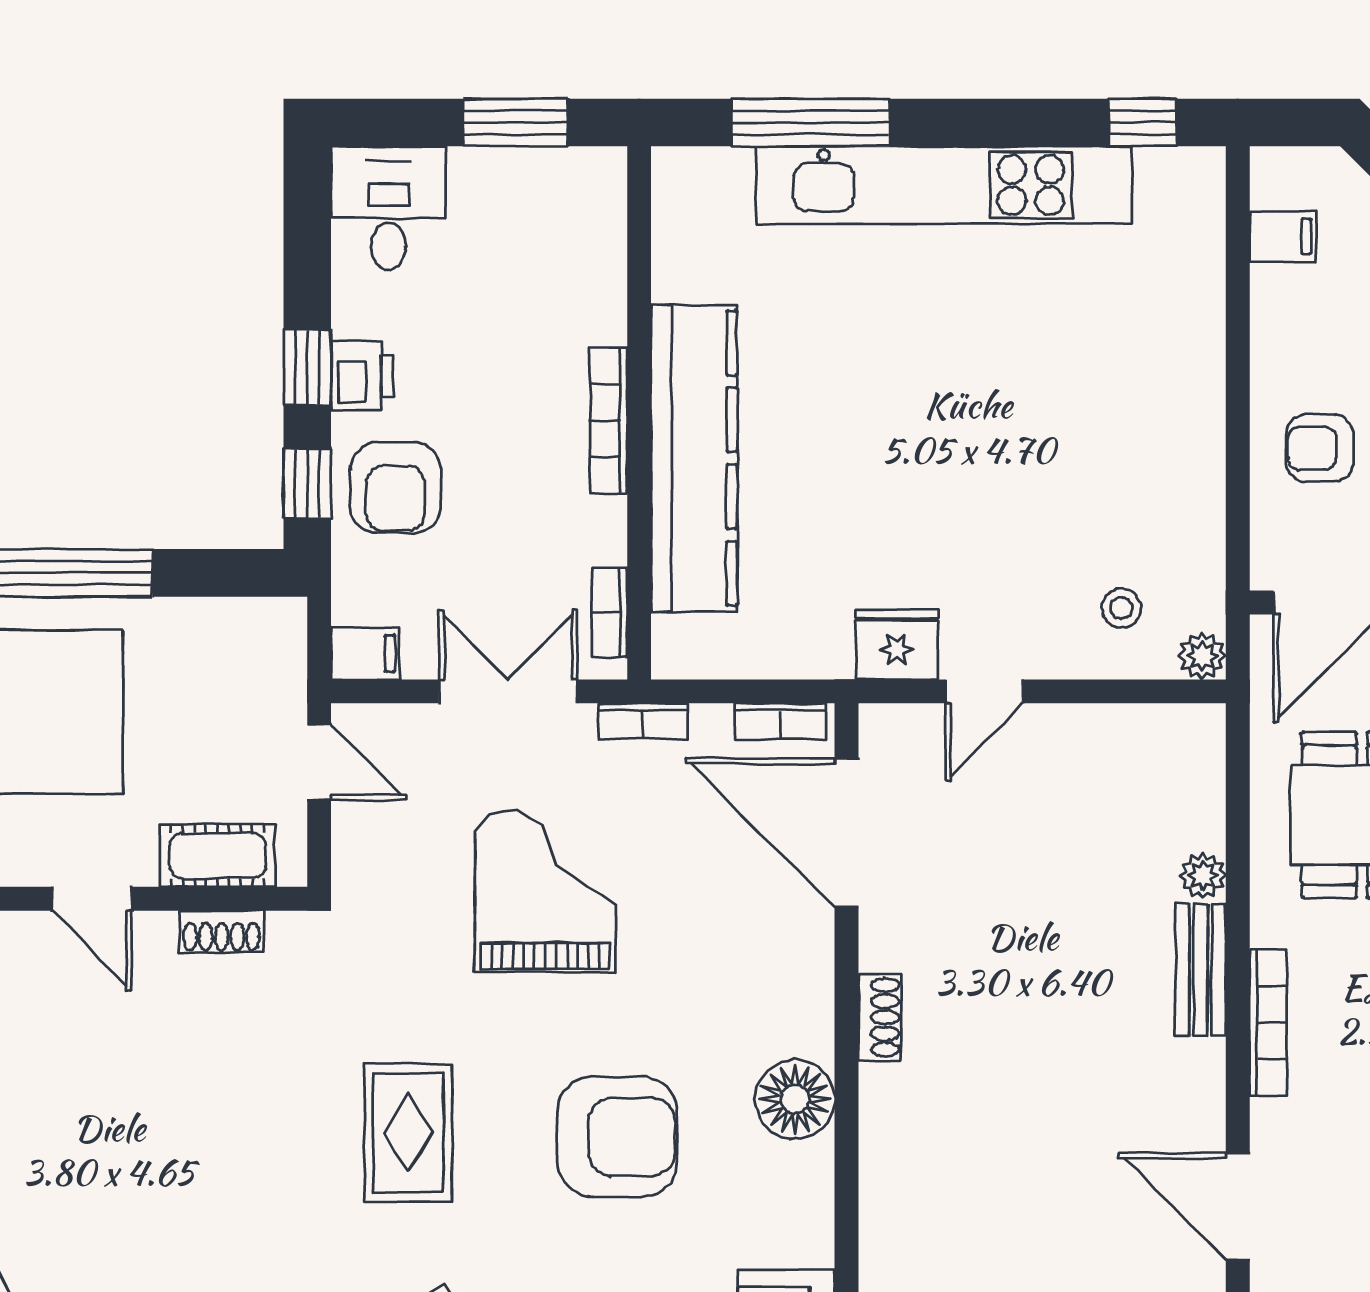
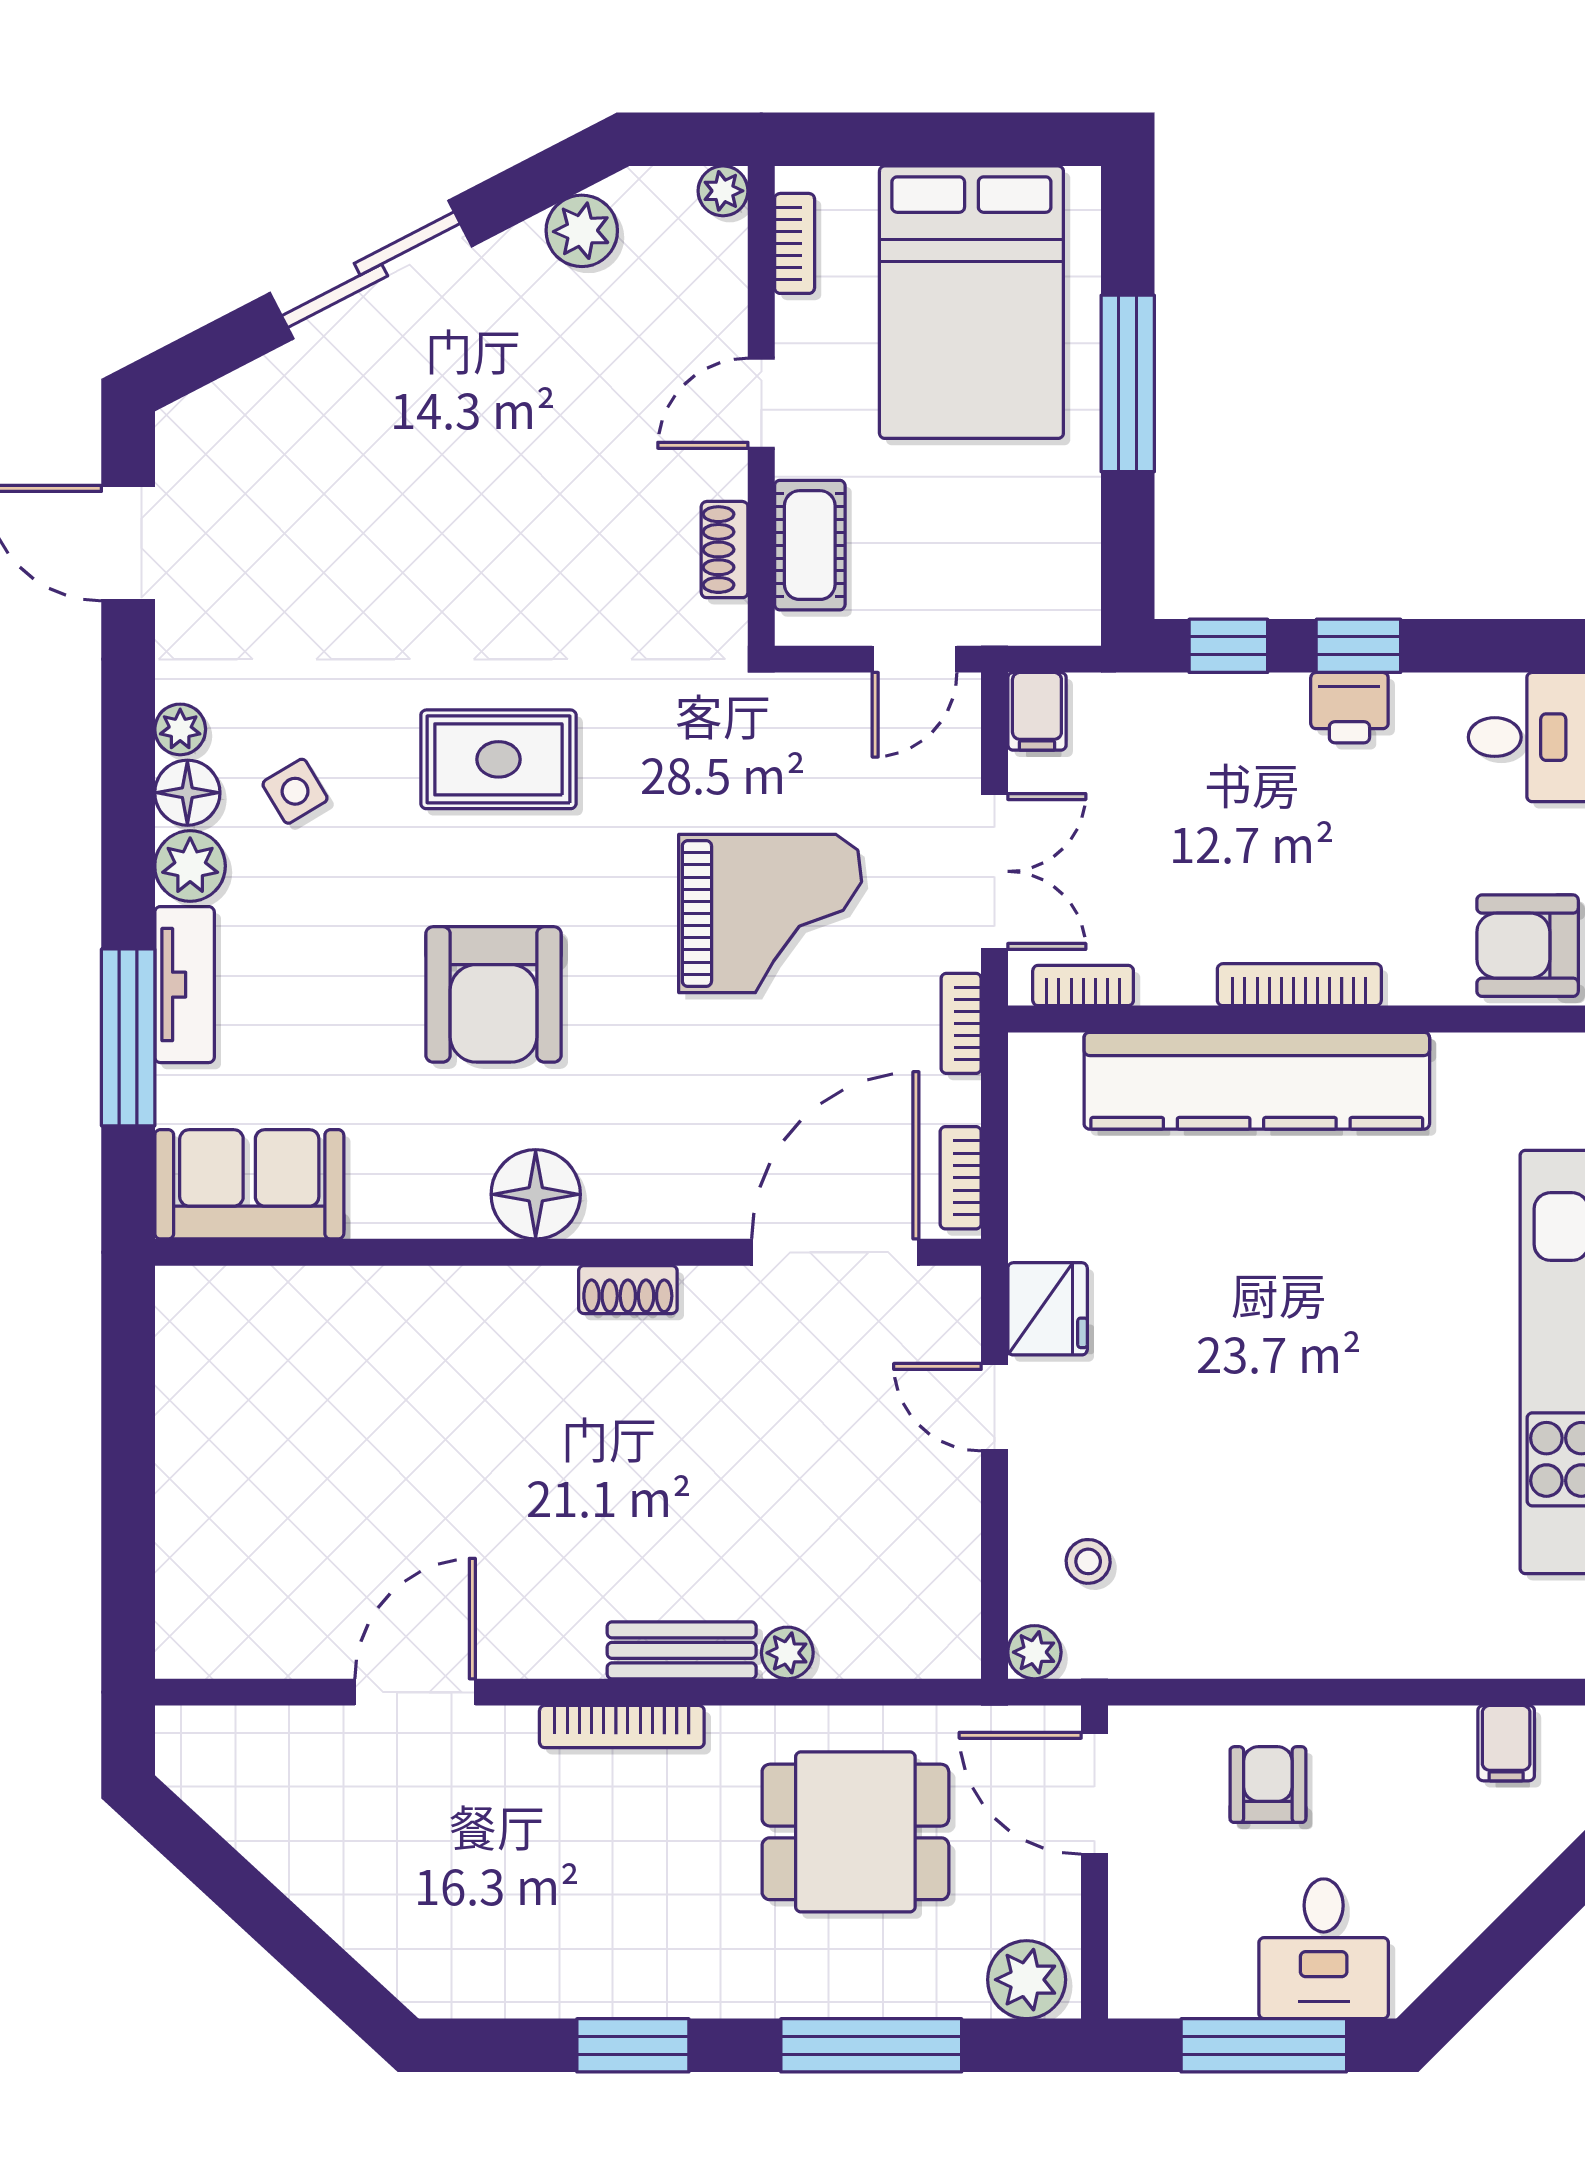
armchair: (395, 488) -> (1528, 946), moved

